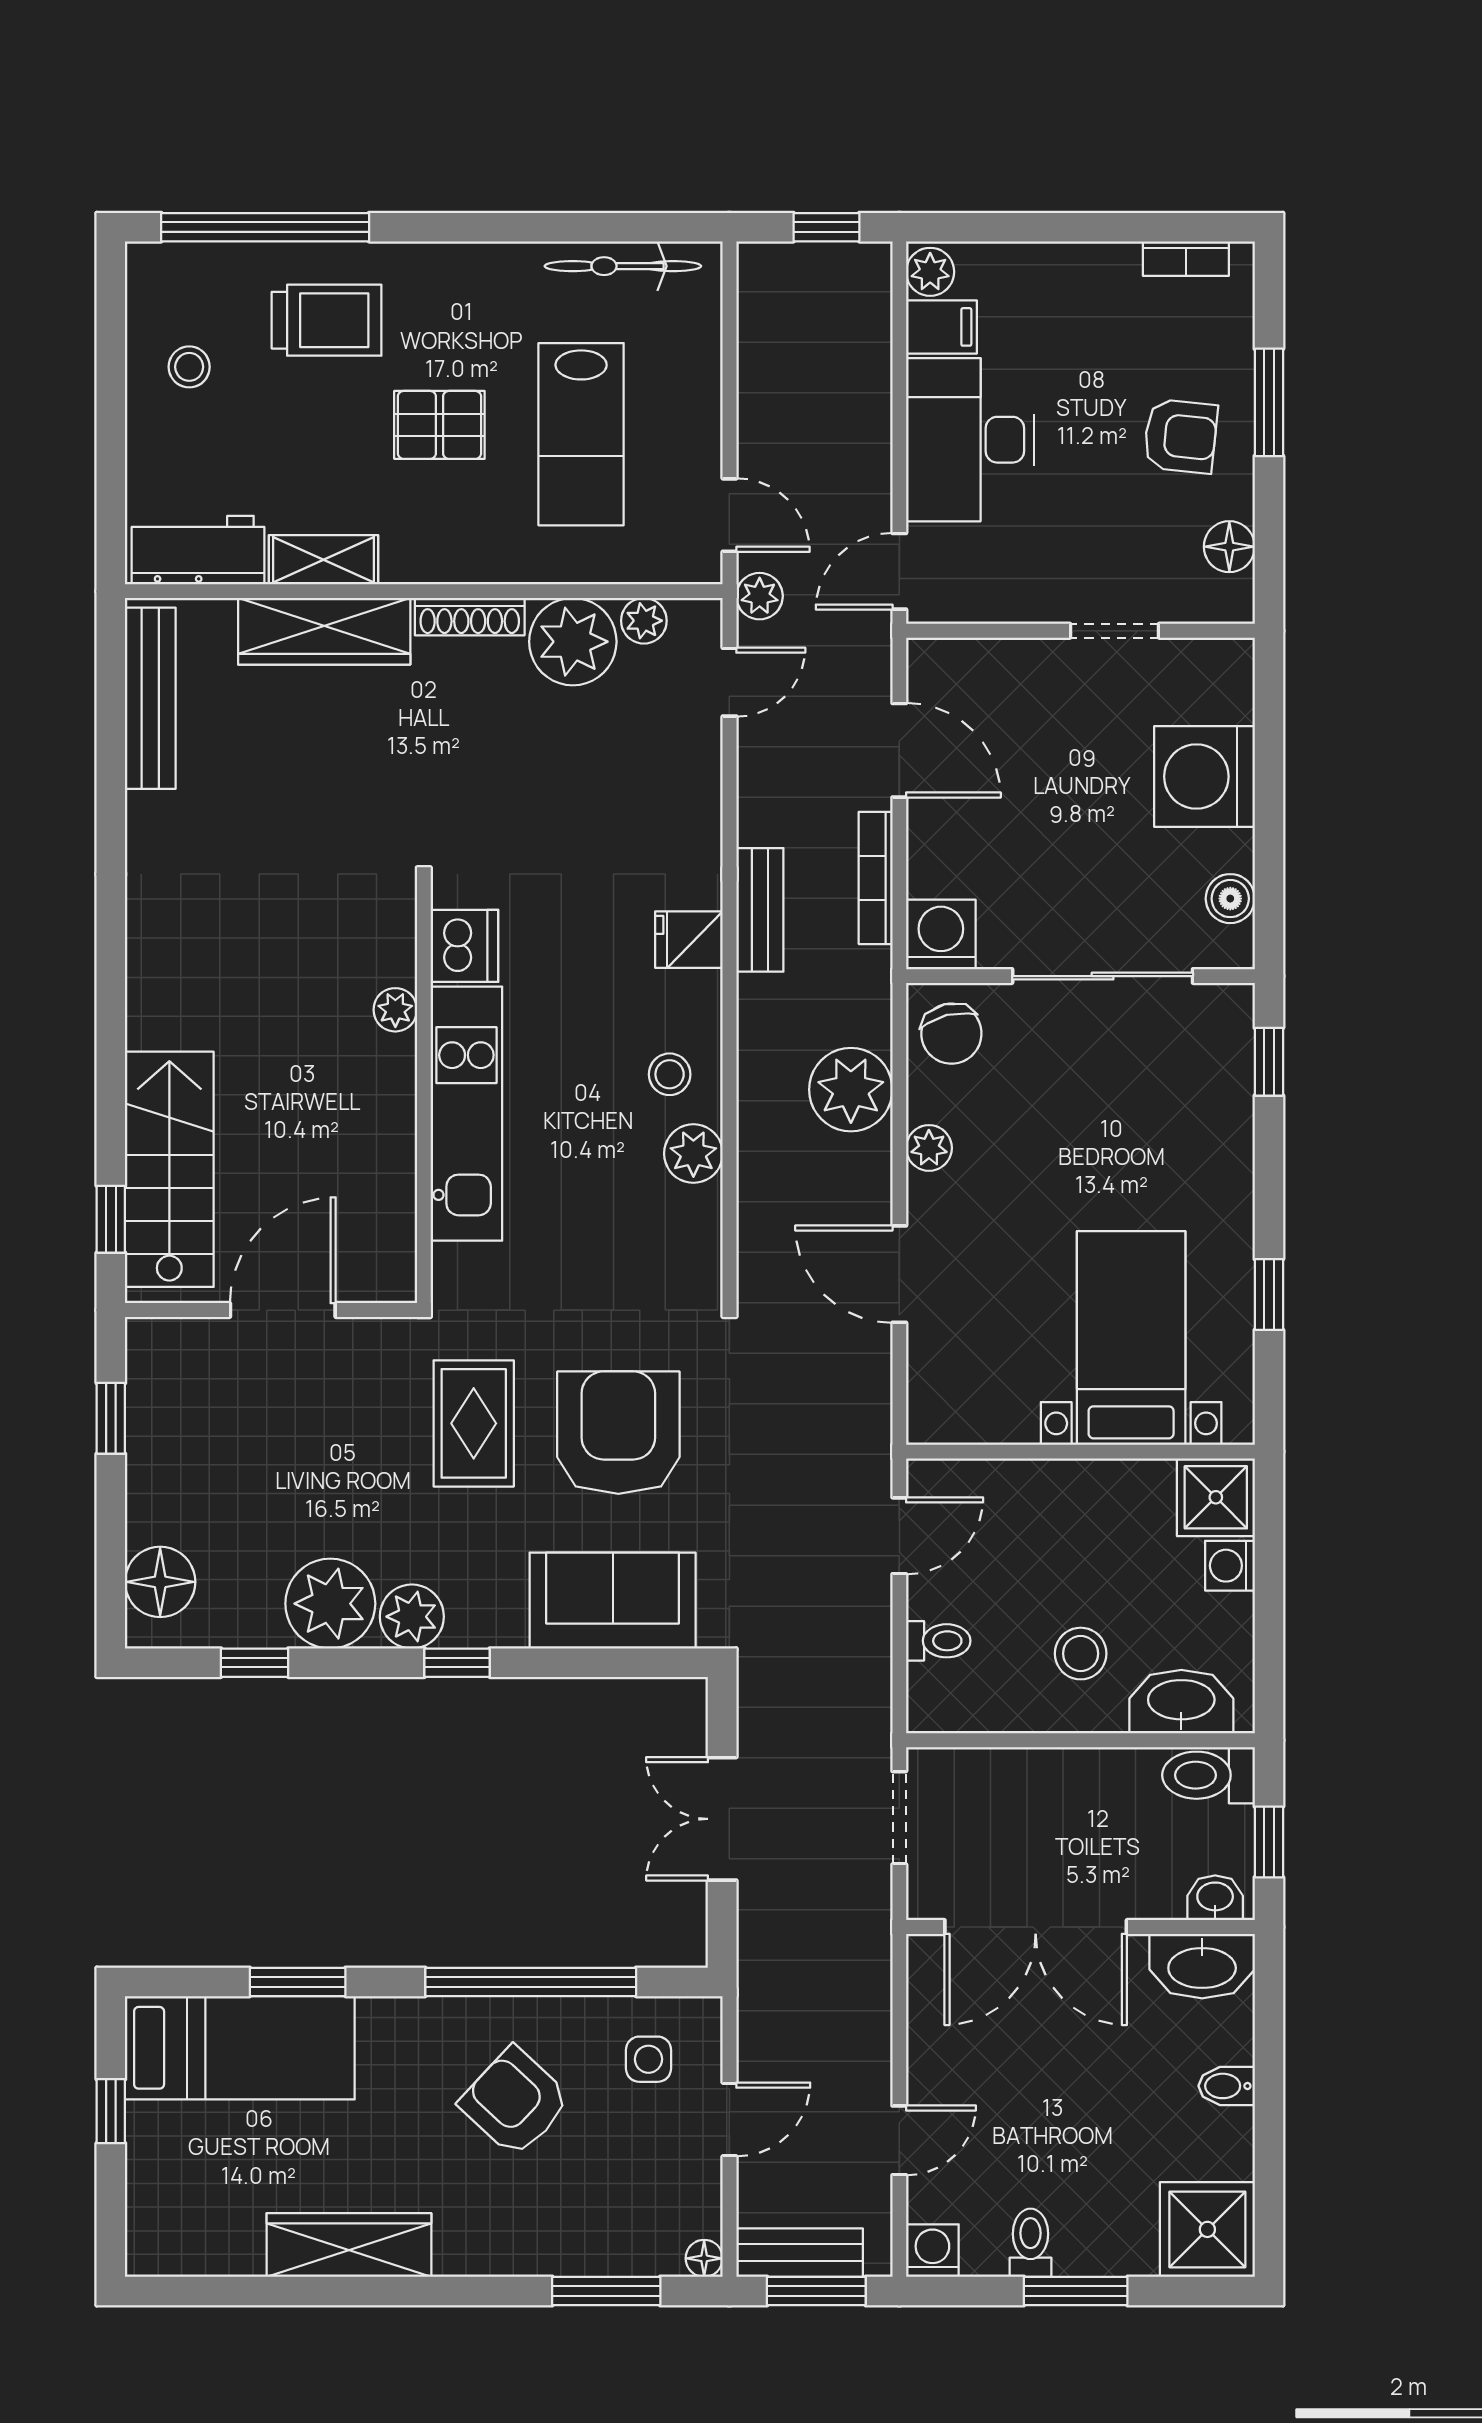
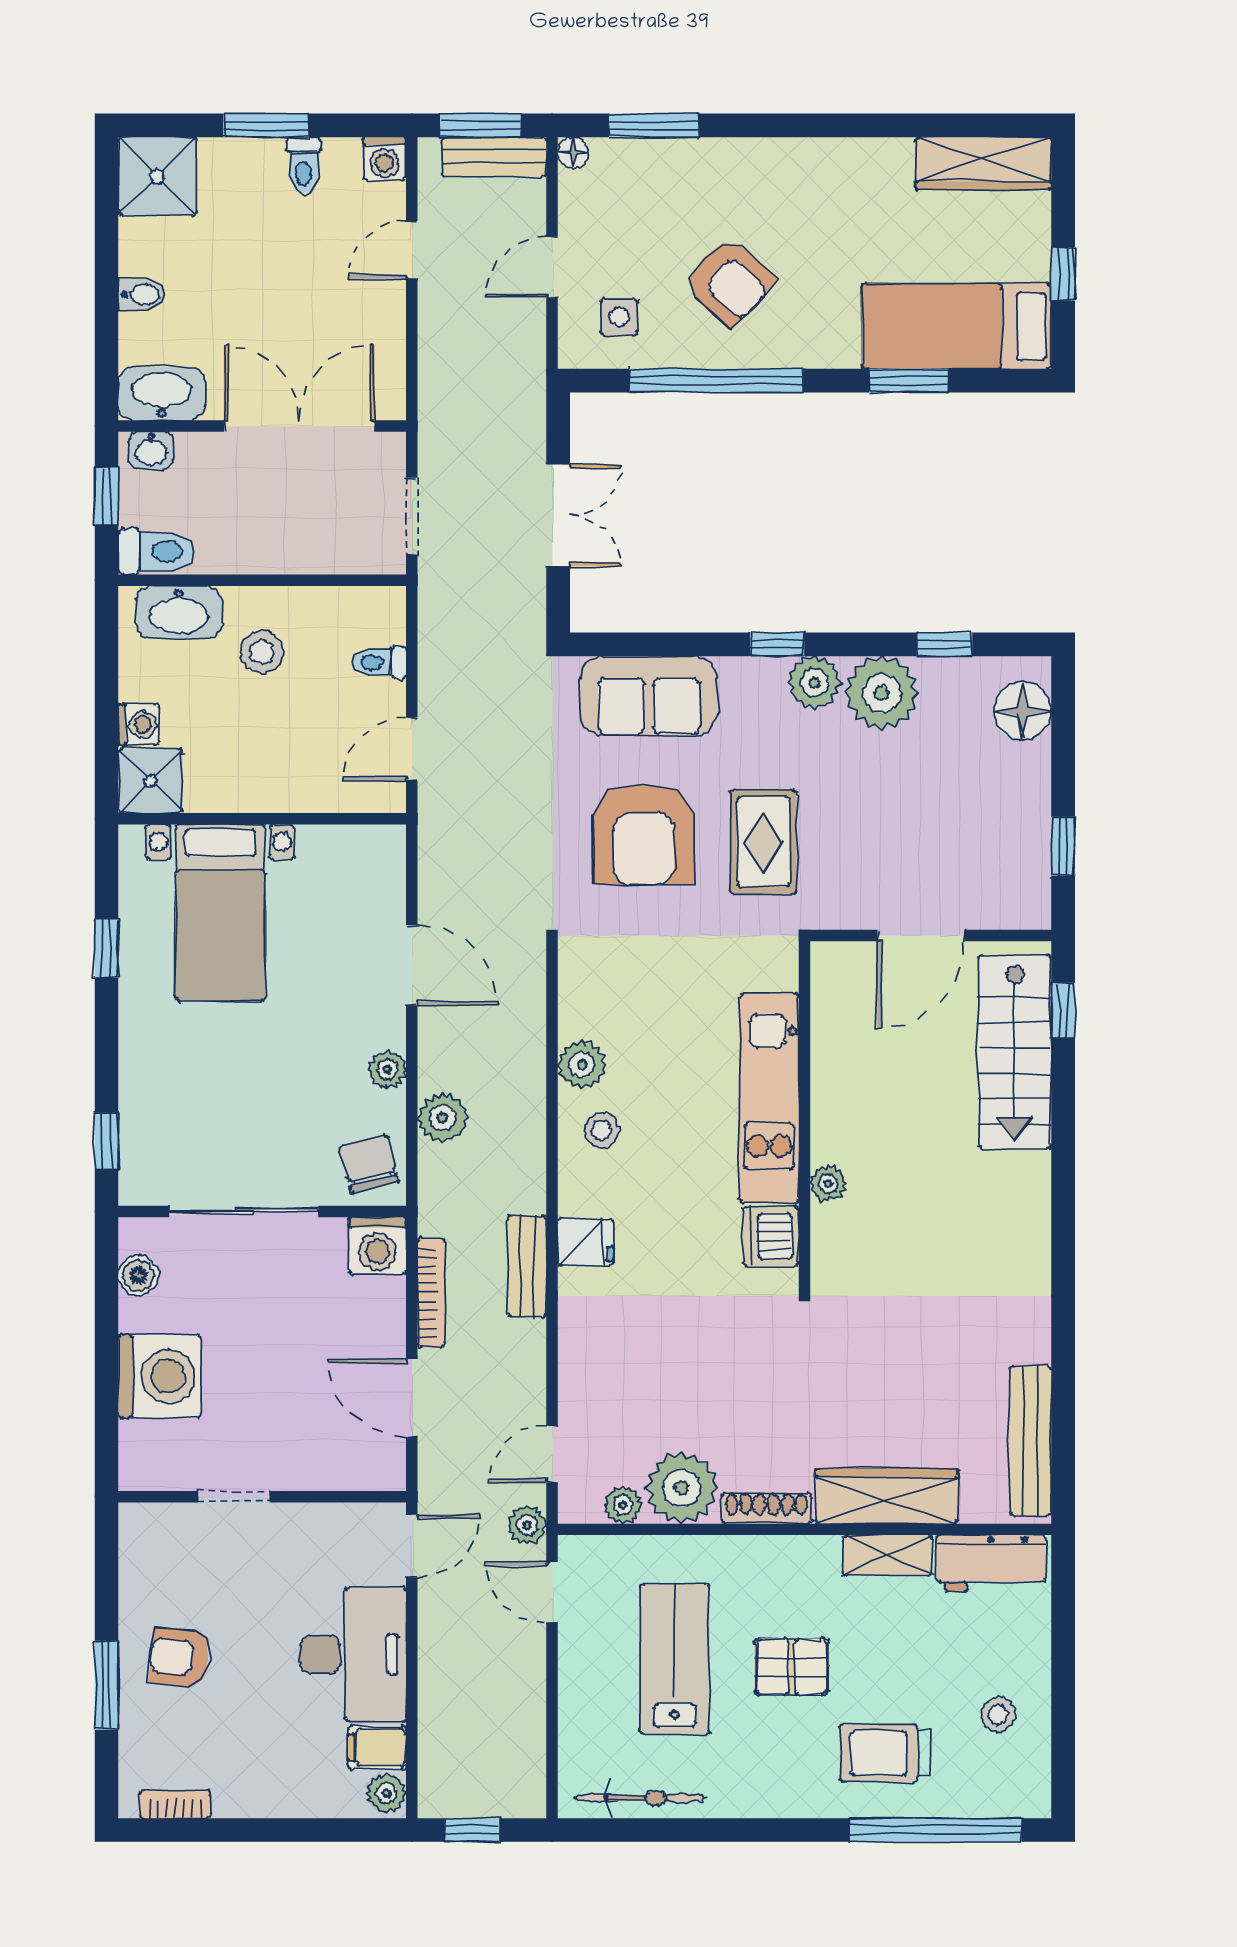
floor lamp: (1229, 547) -> (139, 1566), removed
plant: (851, 1090) -> (443, 1118), width x0.73, depth x0.73
wardrobe: (349, 2245) -> (983, 163), moved

